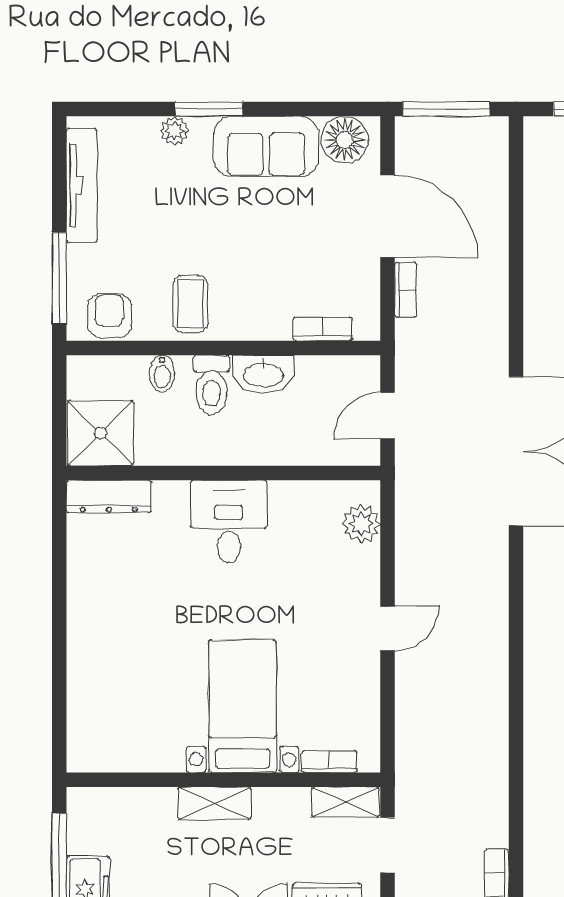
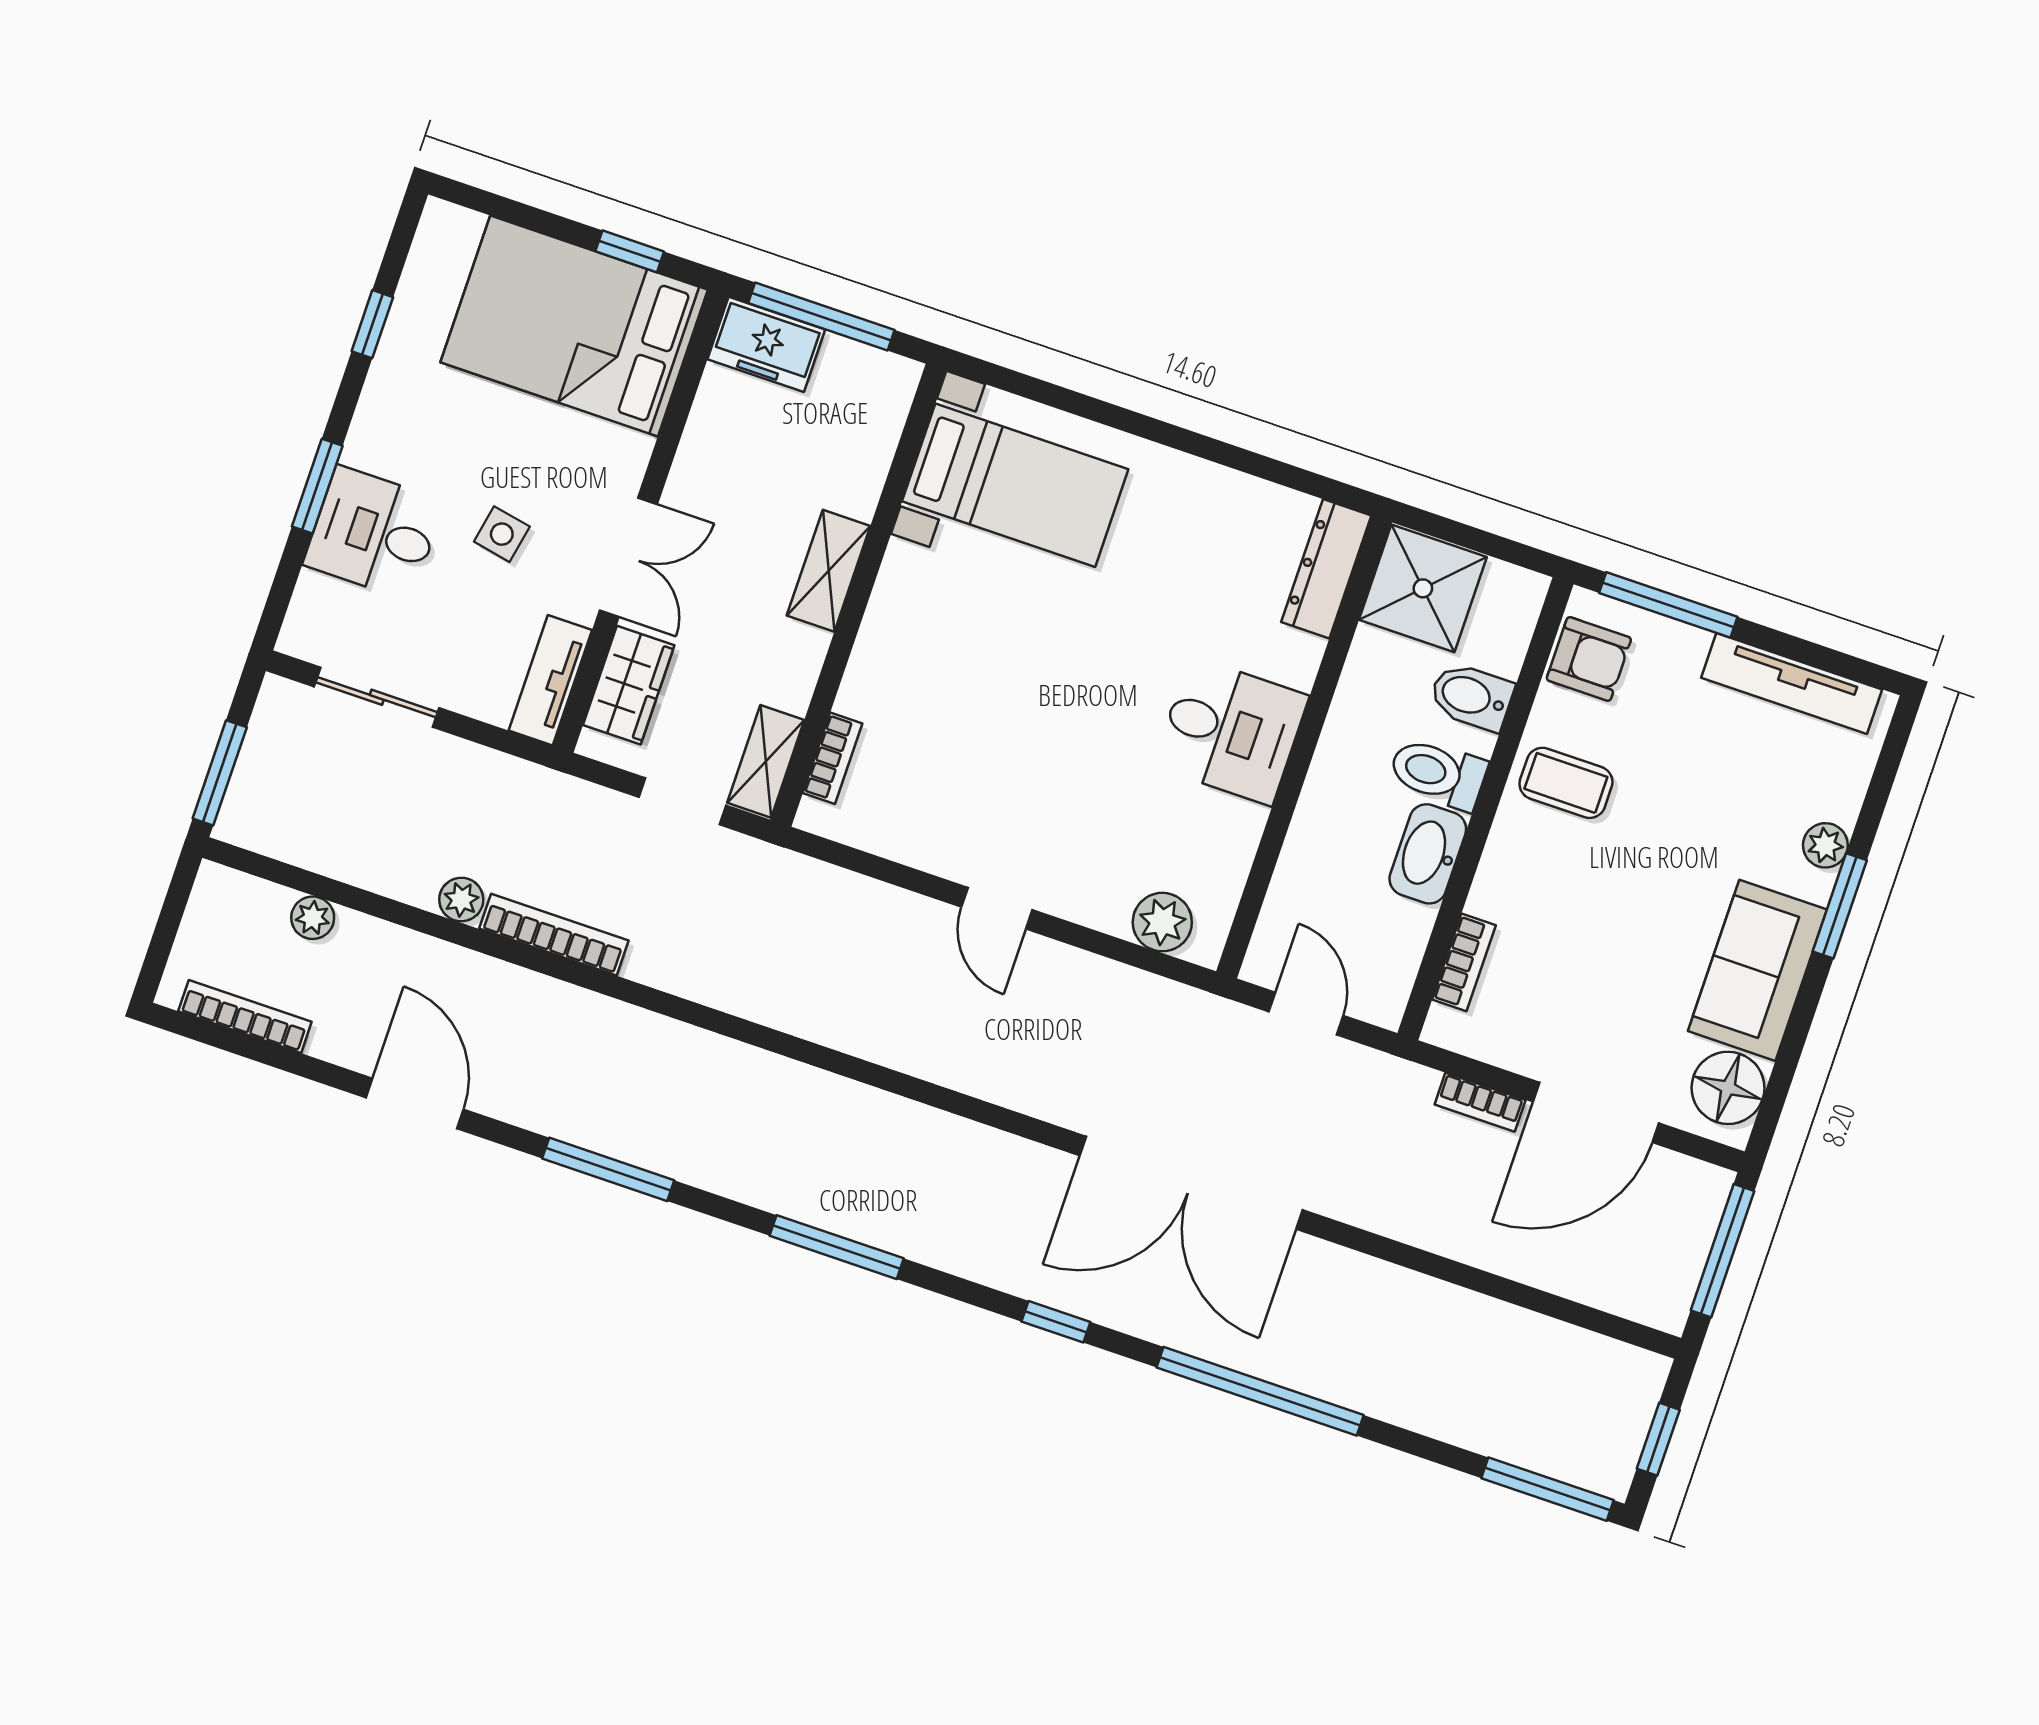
bidet: (162, 374) -> (1471, 696), width x1.38, depth x1.36
bed with nightstands: (243, 706) -> (1015, 485), moved

